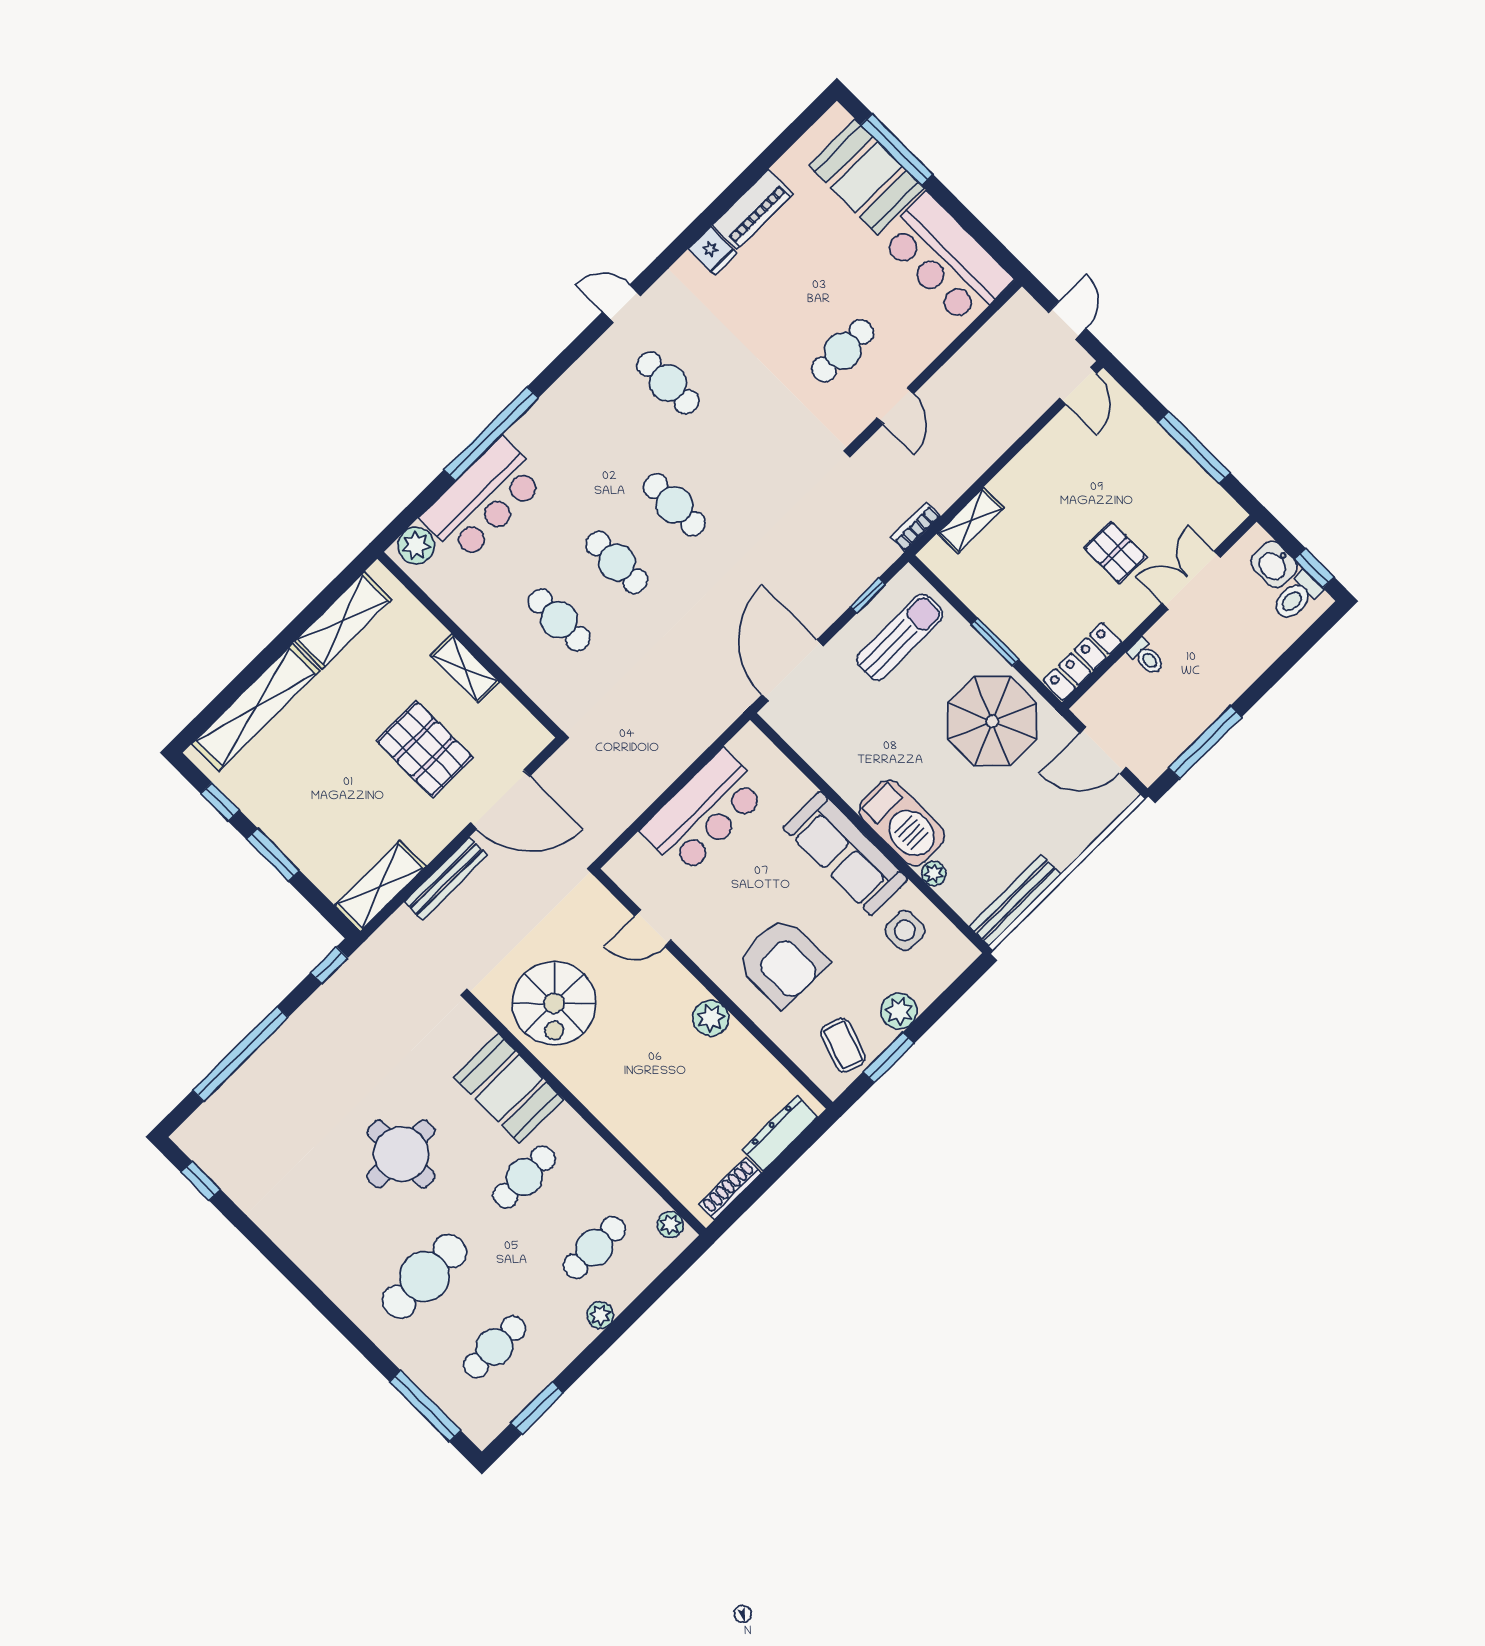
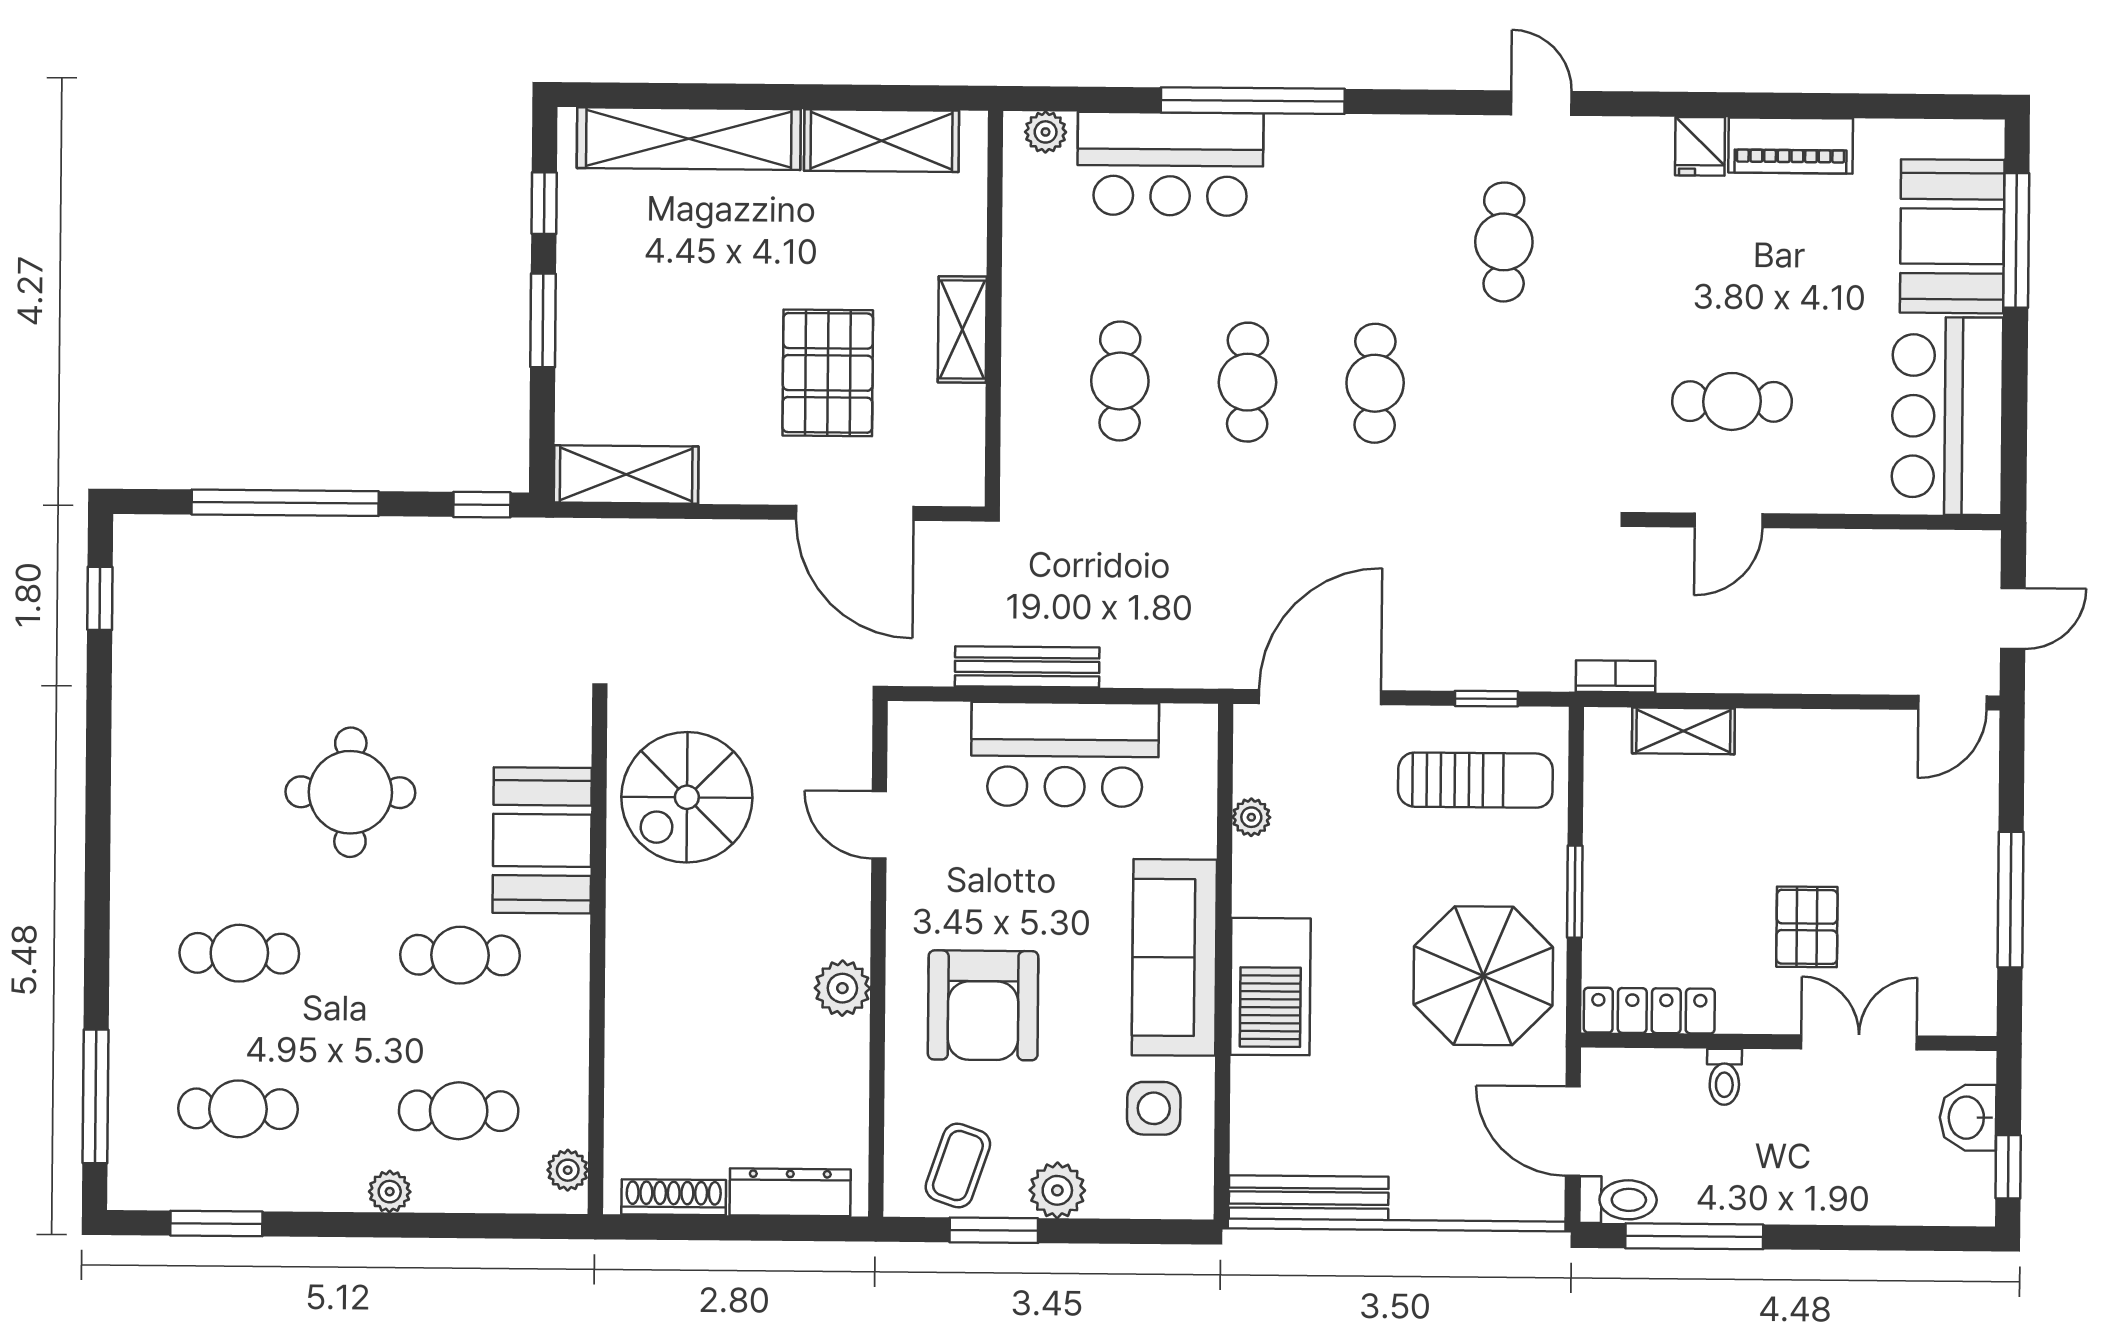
plant: (416, 546) -> (1046, 132), width x0.73, depth x0.73
toilet: (1297, 597) -> (1618, 1200), moved, turned 180
plant: (934, 873) -> (1251, 817), moved
bench: (446, 879) -> (1027, 667), moved
cafe table: (424, 1276) -> (239, 953), width x0.73, depth x0.74

